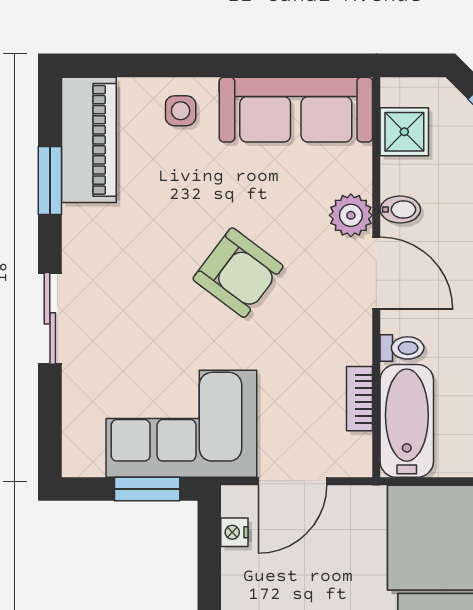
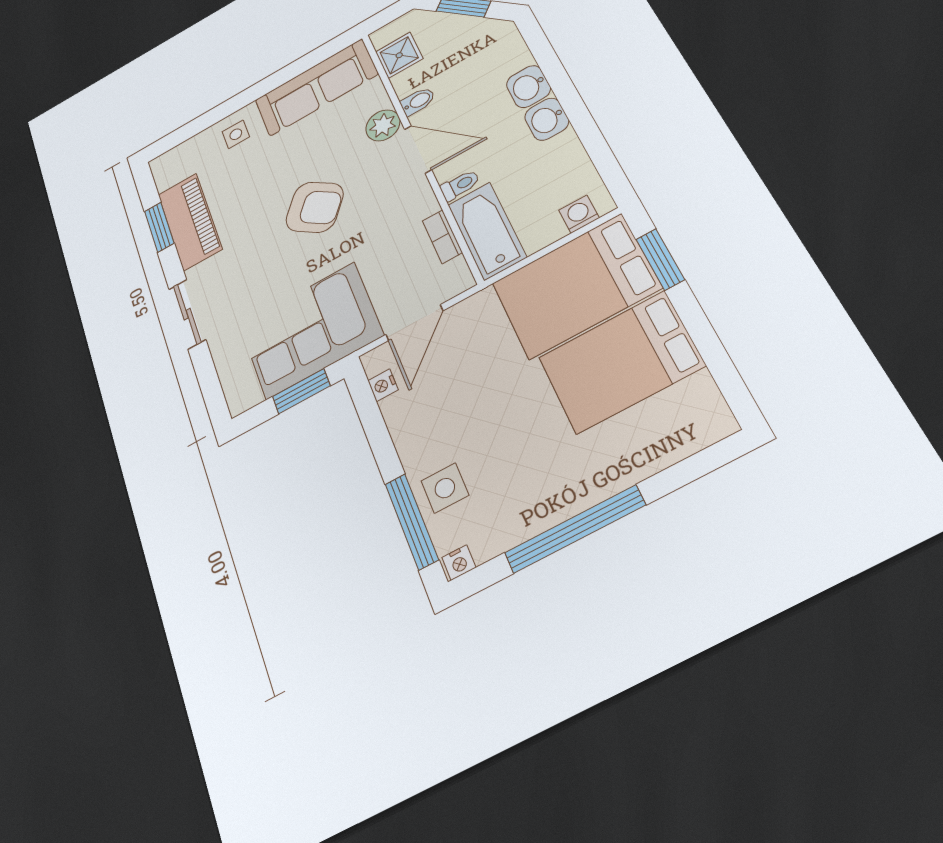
piano: (89, 140) -> (190, 222), moved

